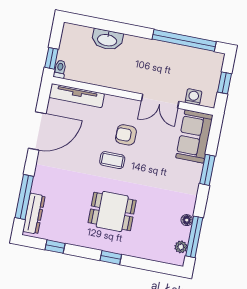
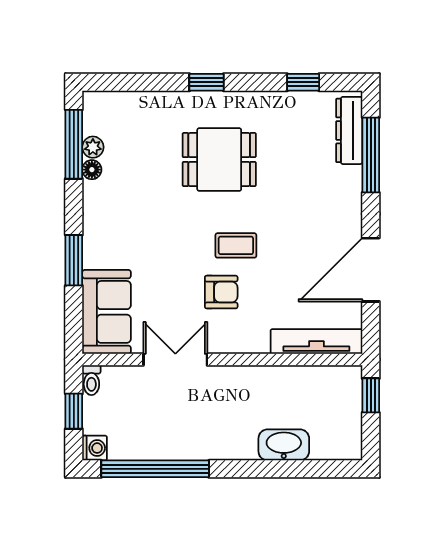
toilet: (60, 69) -> (91, 380), moved
washing machine: (193, 97) -> (95, 448), moved, turned -90
plant: (181, 247) -> (93, 147), moved

